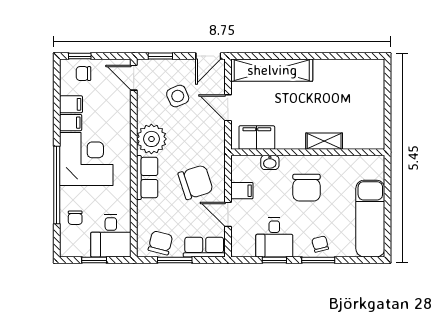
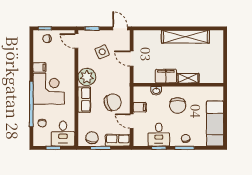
door: (208, 56) -> (120, 28), swing flipped
shelving: (272, 70) -> (185, 37), moved
filing cabinet: (71, 104) -> (40, 57), removed
filing cabinet: (257, 138) -> (166, 76), moved

